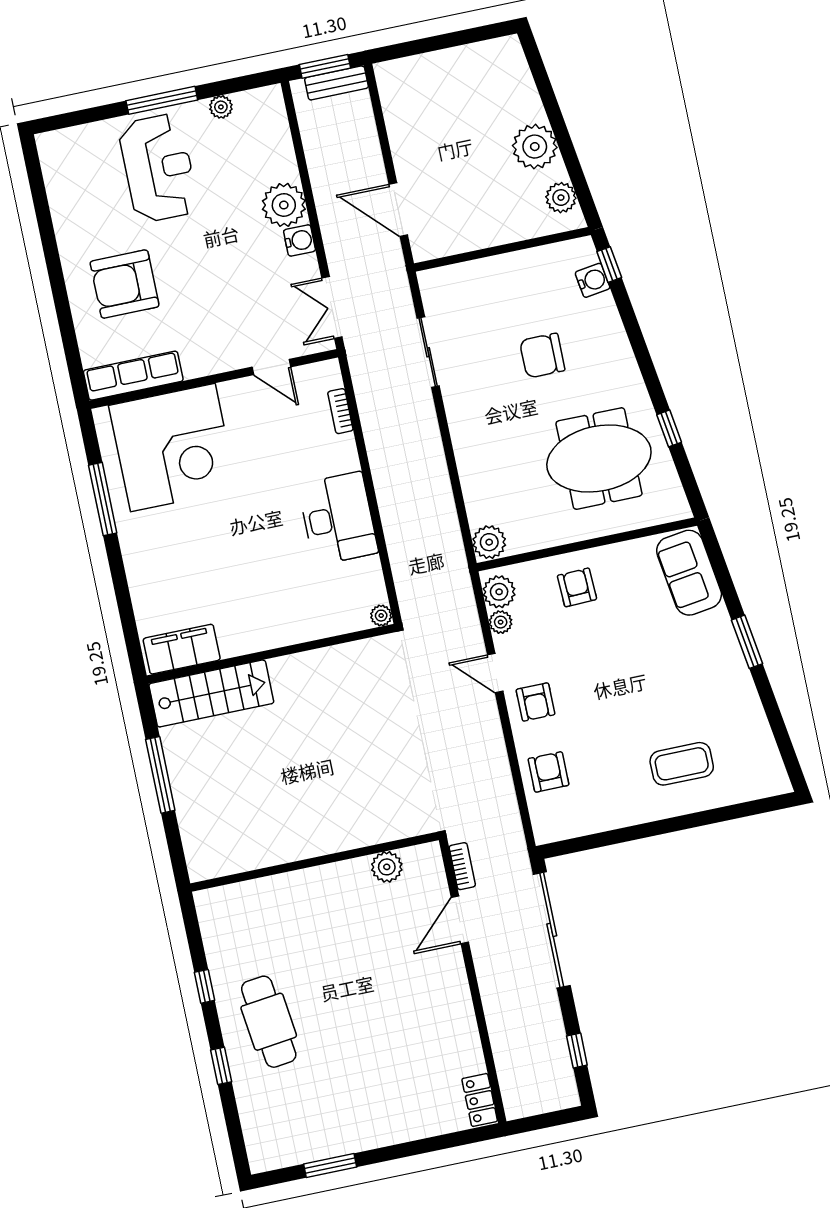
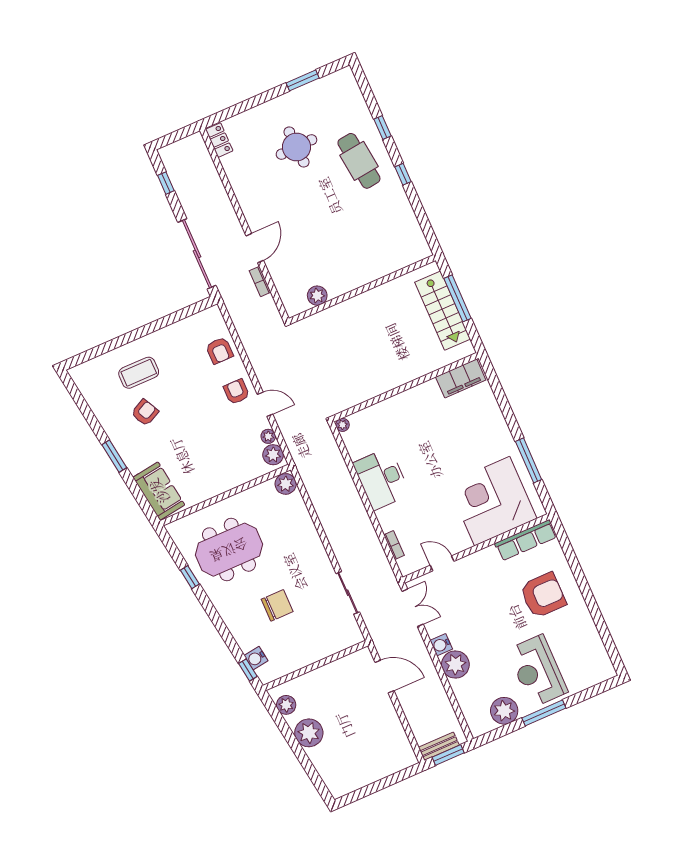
plant: (221, 107) -> (504, 711), width x1.87, depth x1.87
armchair: (577, 587) -> (145, 413), moved, turned -115
stairs: (211, 693) -> (443, 311), moved, turned -90
wall: (315, 862) -> (362, 289), moved
plant: (387, 867) -> (317, 296), moved
round table: (362, 1064) -> (296, 147), added

